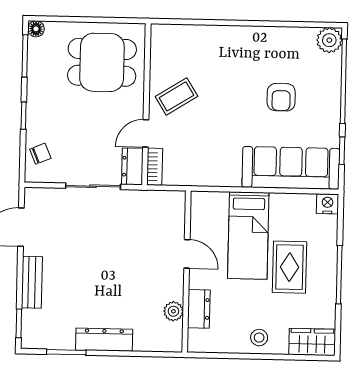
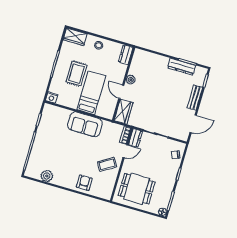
plant: (329, 40) -> (47, 176), moved
armchair: (281, 97) -> (84, 183), moved
sofa: (291, 168) -> (85, 124), moved, width x0.73
wardrobe: (171, 214) -> (123, 112), added
dresser: (199, 309) -> (126, 55), moved
plant: (173, 311) -> (131, 80), moved
dresser: (104, 340) -> (182, 67), moved

